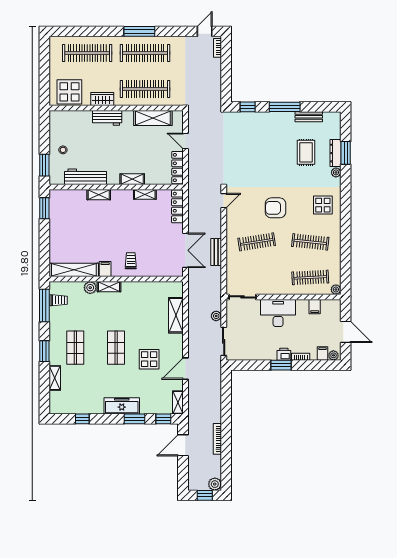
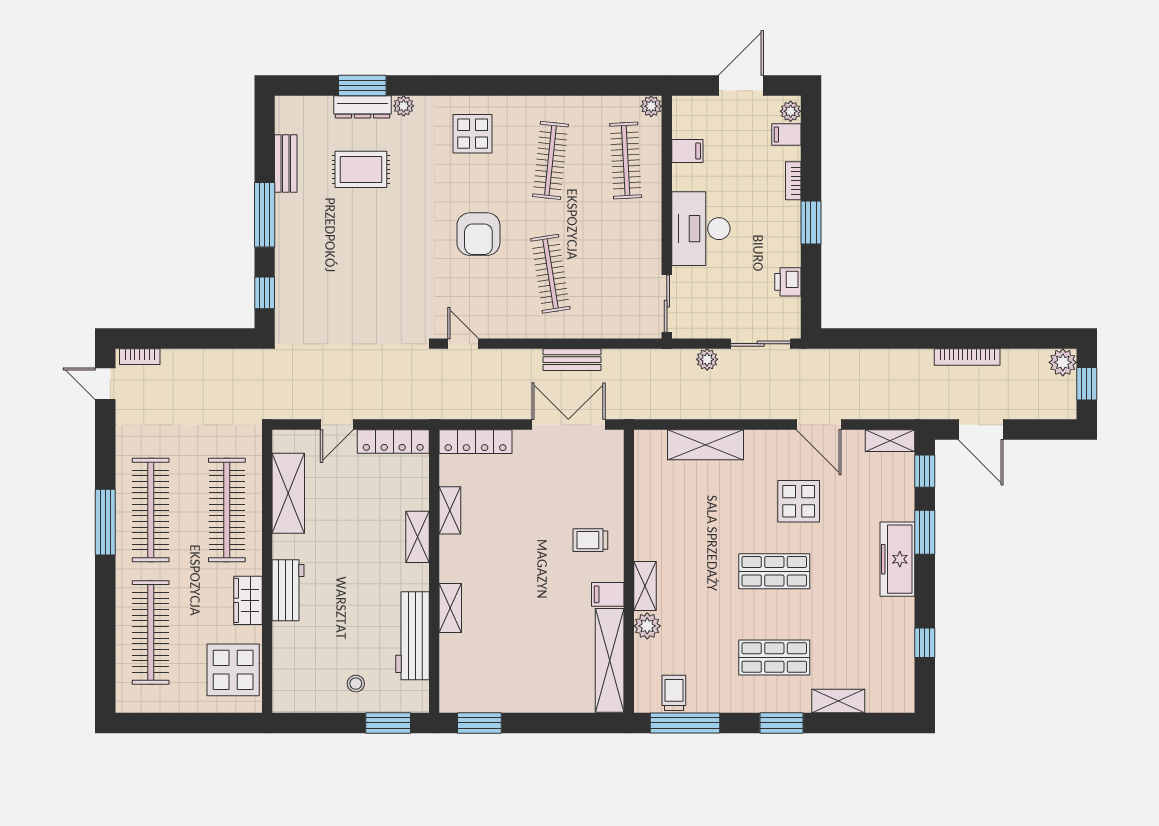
printer: (284, 354) -> (788, 282), moved

